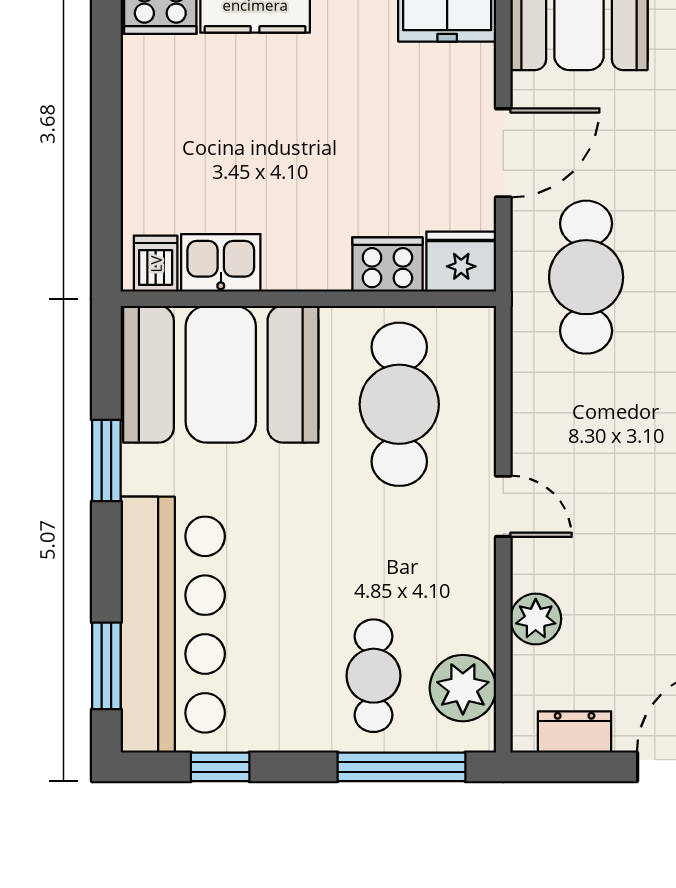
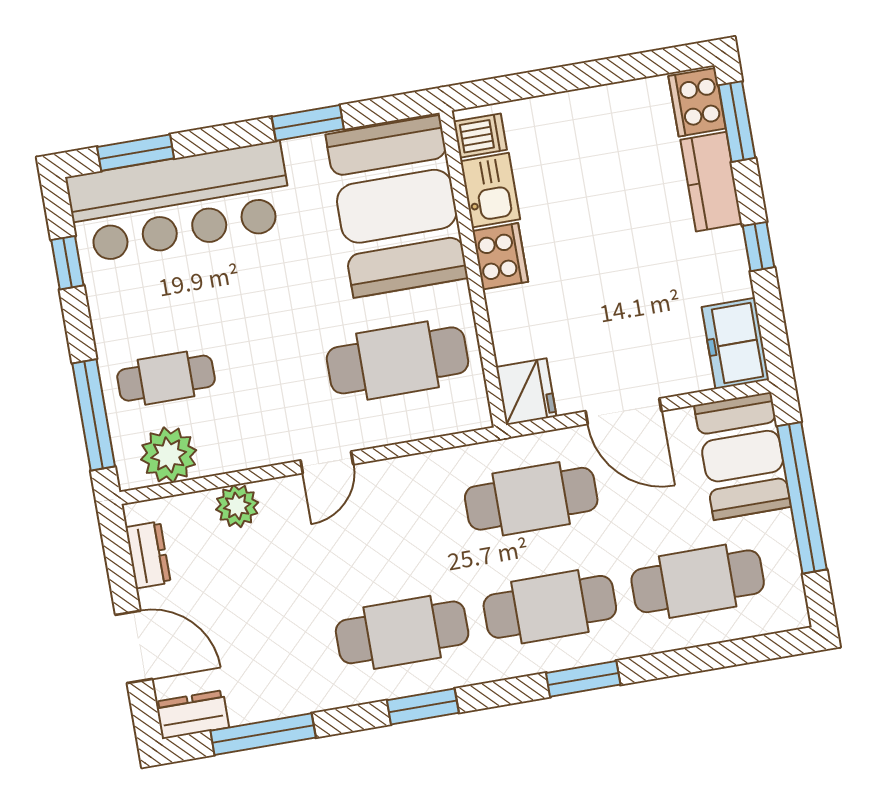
cooker: (387, 264) -> (500, 256), moved

